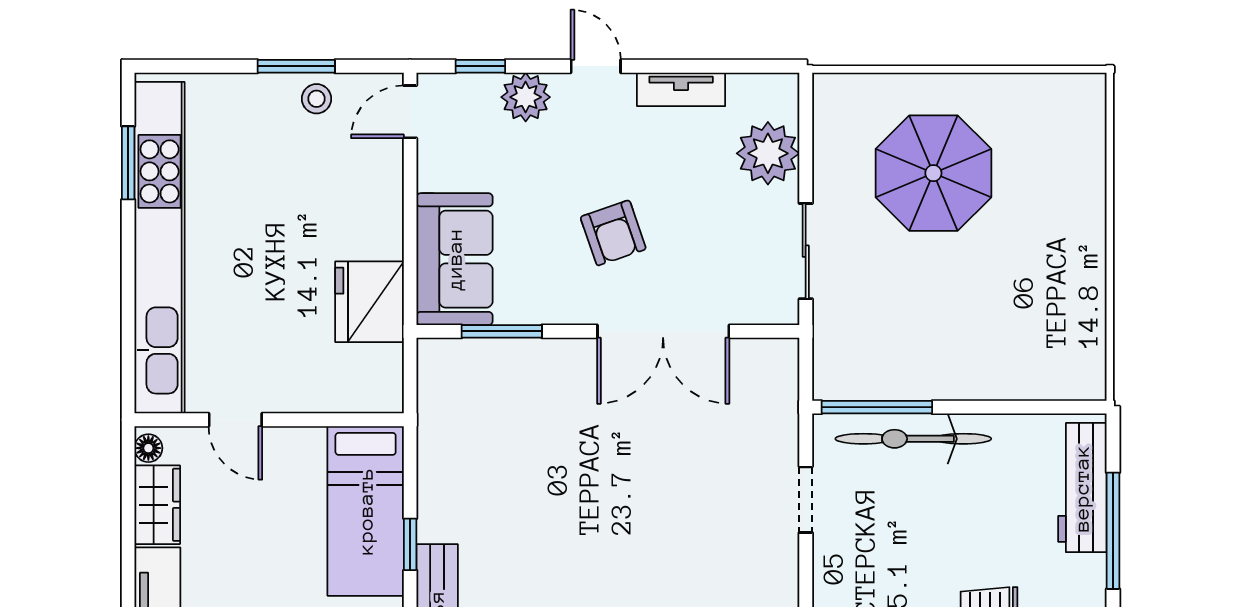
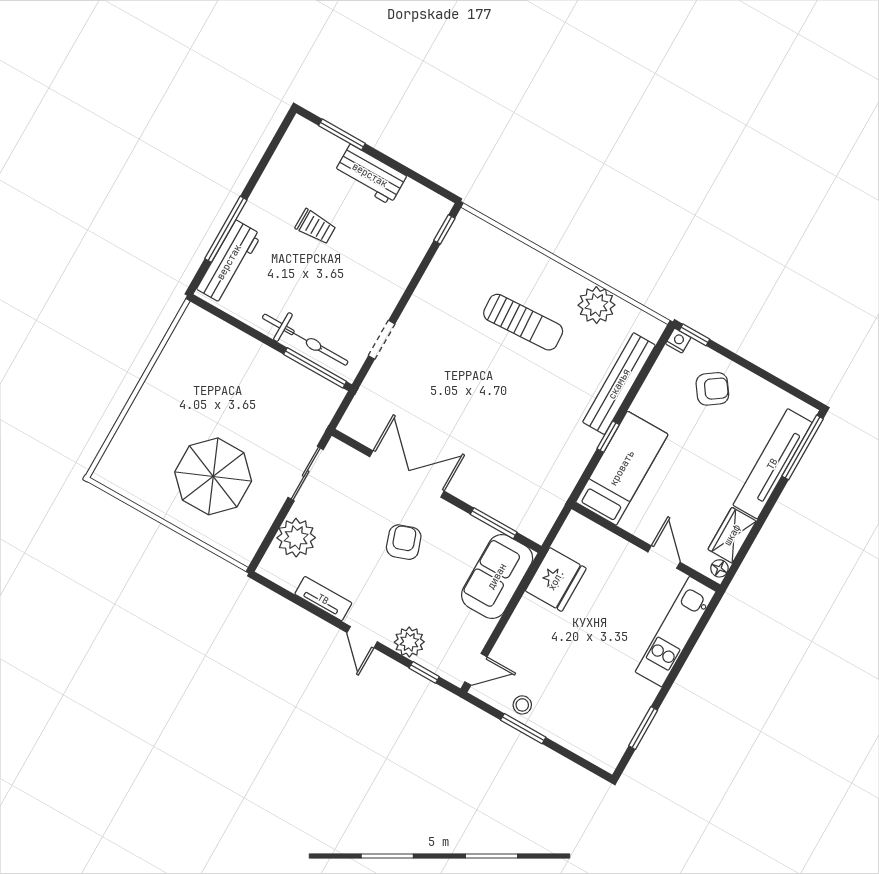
kitchen unit: (160, 248) -> (676, 632), width x0.54

